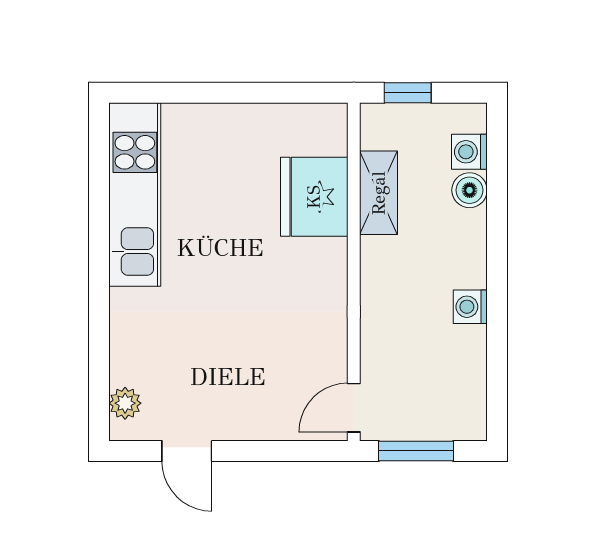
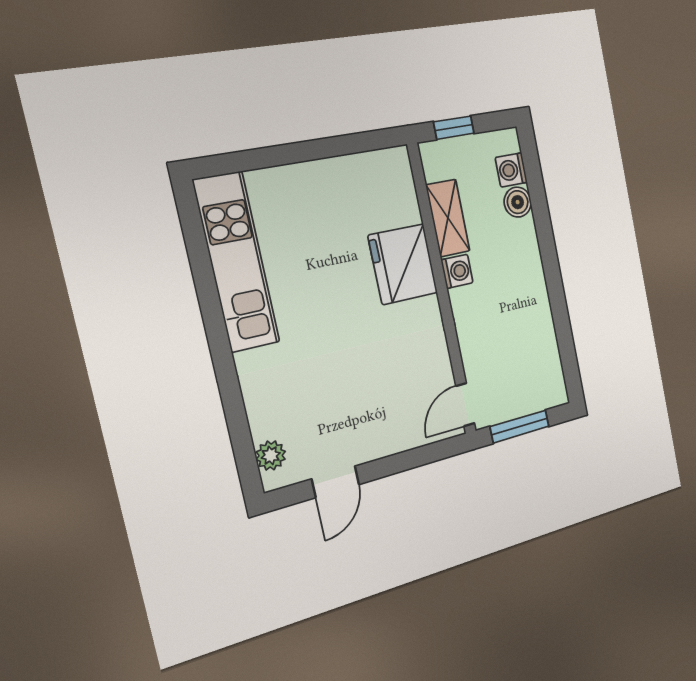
fridge: (314, 197) -> (403, 264), moved
washing machine: (470, 307) -> (457, 271), moved, turned 180
door: (187, 451) -> (335, 482), hinge flipped

